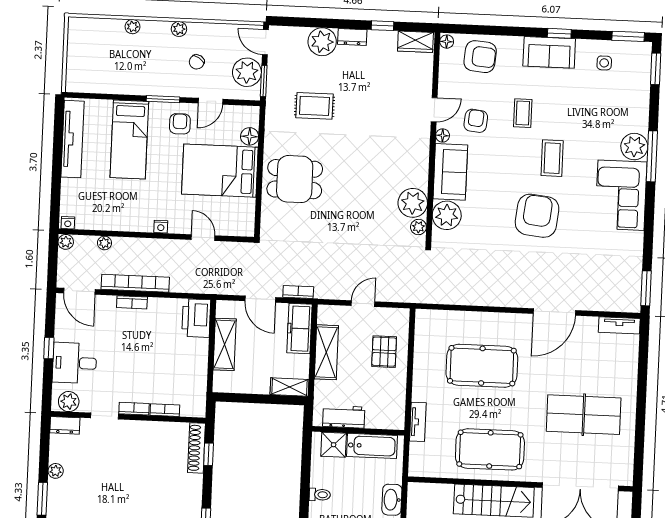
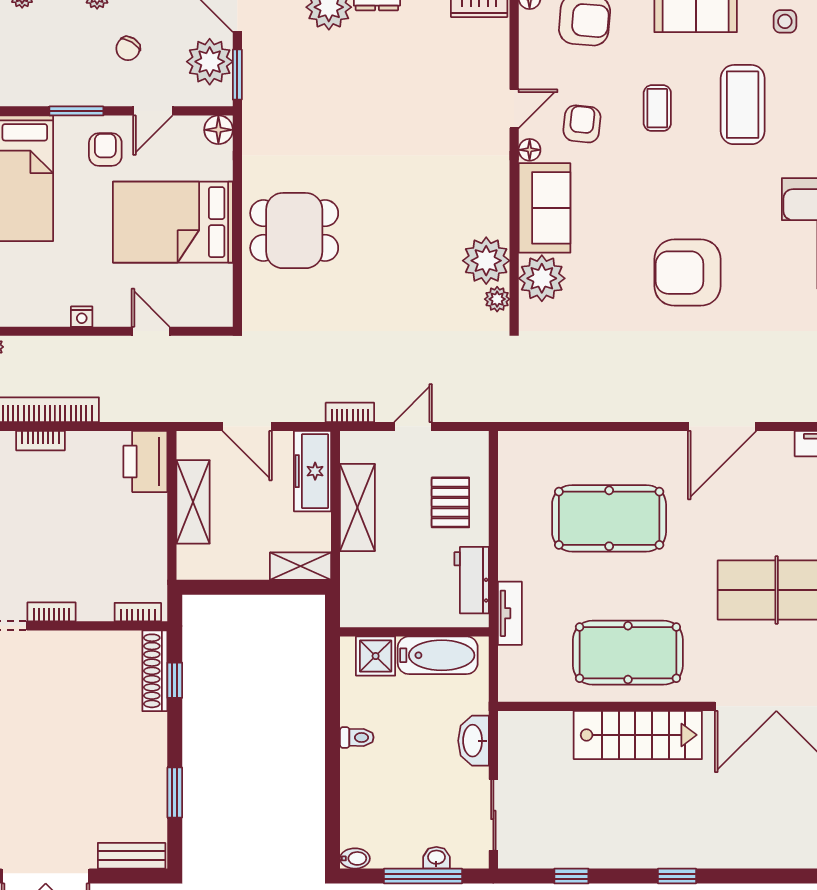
rug: (314, 106) -> (321, 111), removed
floor lamp: (250, 136) -> (218, 130), moved
coffee table: (552, 158) -> (743, 105), moved, width x1.36, depth x1.32
armchair: (537, 216) -> (687, 273), turned -96
bookcase: (298, 292) -> (350, 412), moved
bookcase: (165, 410) -> (138, 612), moved
workbench: (344, 417) -> (472, 580), moved, turned -90

